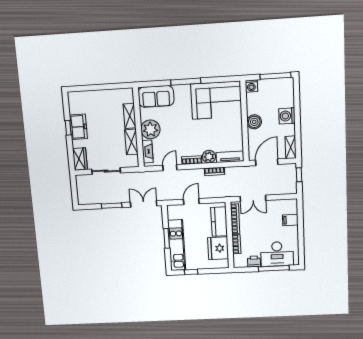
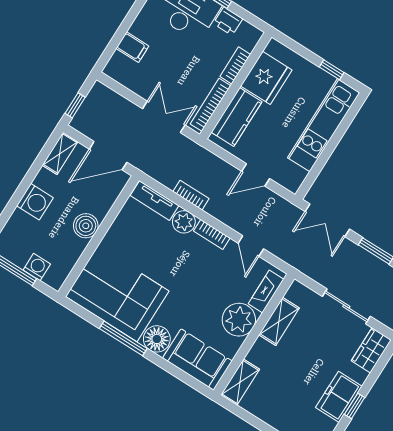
window: (186, 82) -> (123, 338), moved
washing machine: (251, 86) -> (37, 267), moved
floor lamp: (182, 92) -> (157, 339), added
shelving: (130, 116) -> (240, 382), moved
door: (170, 168) -> (251, 246), hinge flipped
window: (167, 238) -> (331, 146), removed

